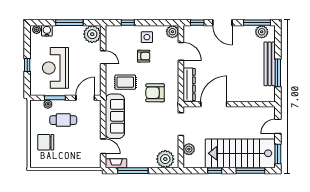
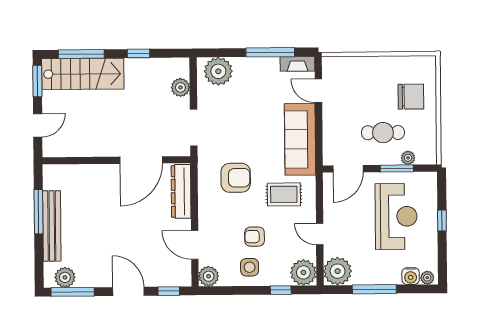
plant: (113, 34) -> (303, 272), added
stairs: (240, 153) -> (83, 74), width x0.73, depth x0.66

